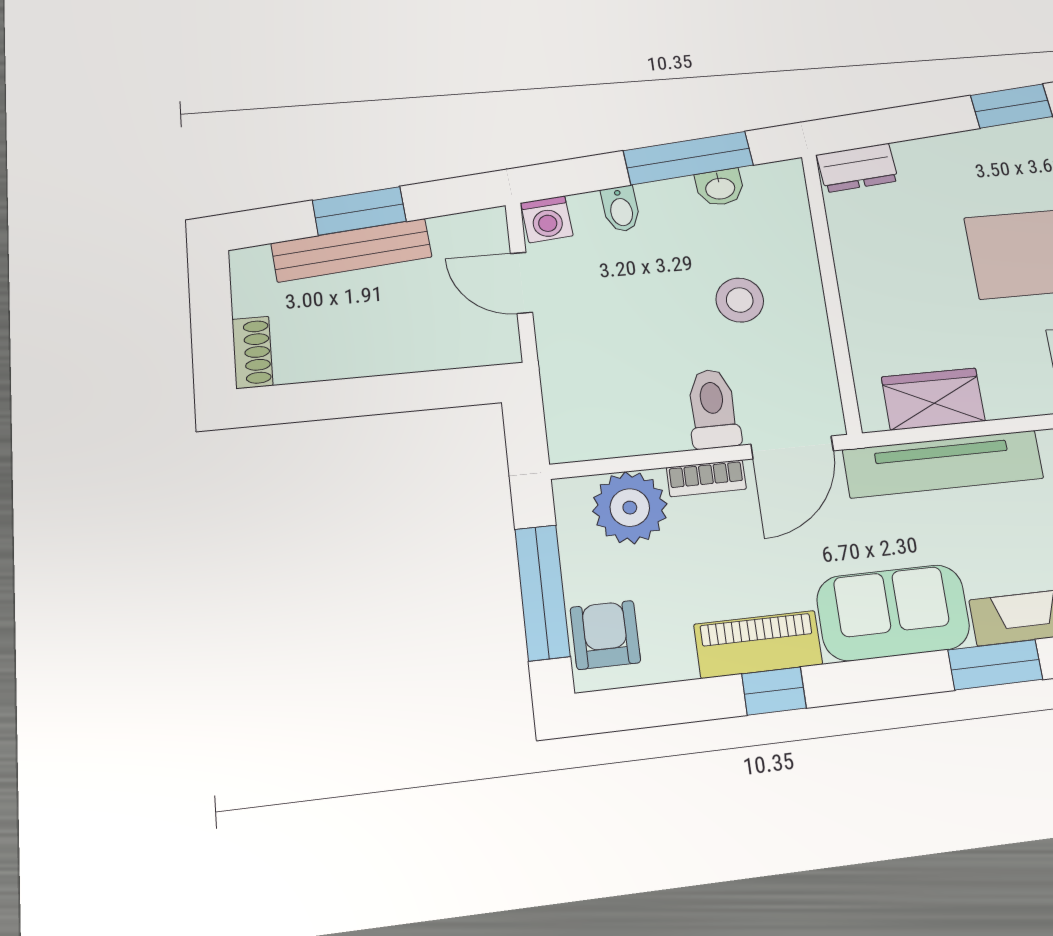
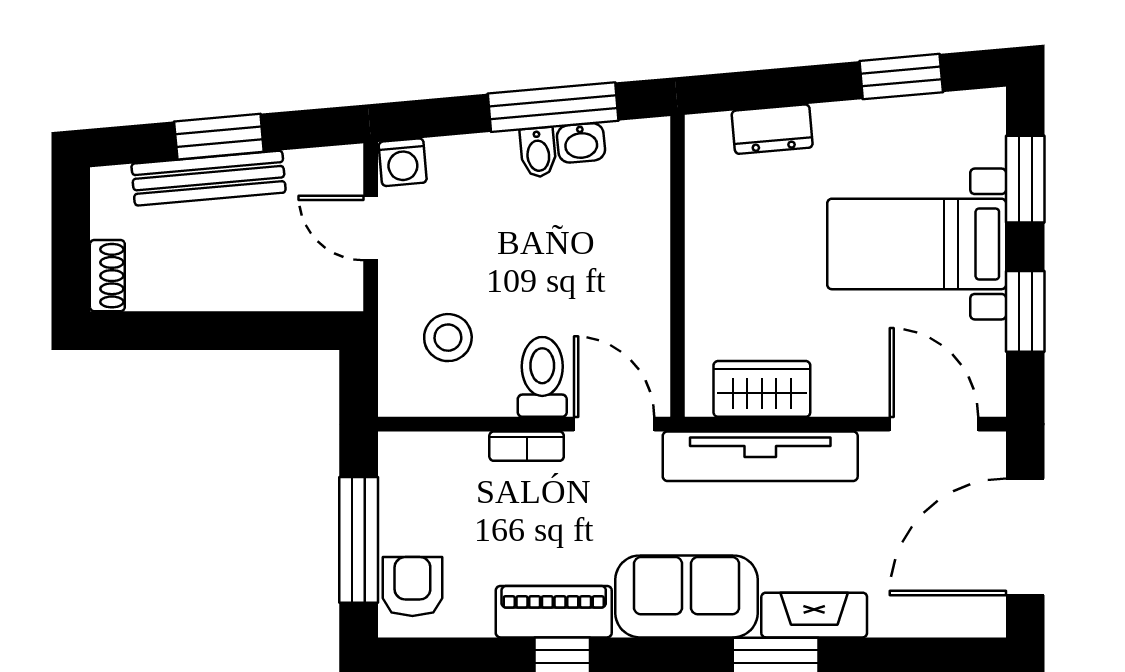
dresser: (857, 168) -> (772, 129), moved
bidet: (621, 209) -> (538, 152), moved
stool: (740, 300) -> (448, 338), moved
door: (792, 448) -> (614, 424), swing flipped
plant: (630, 508) -> (450, 467), removed

